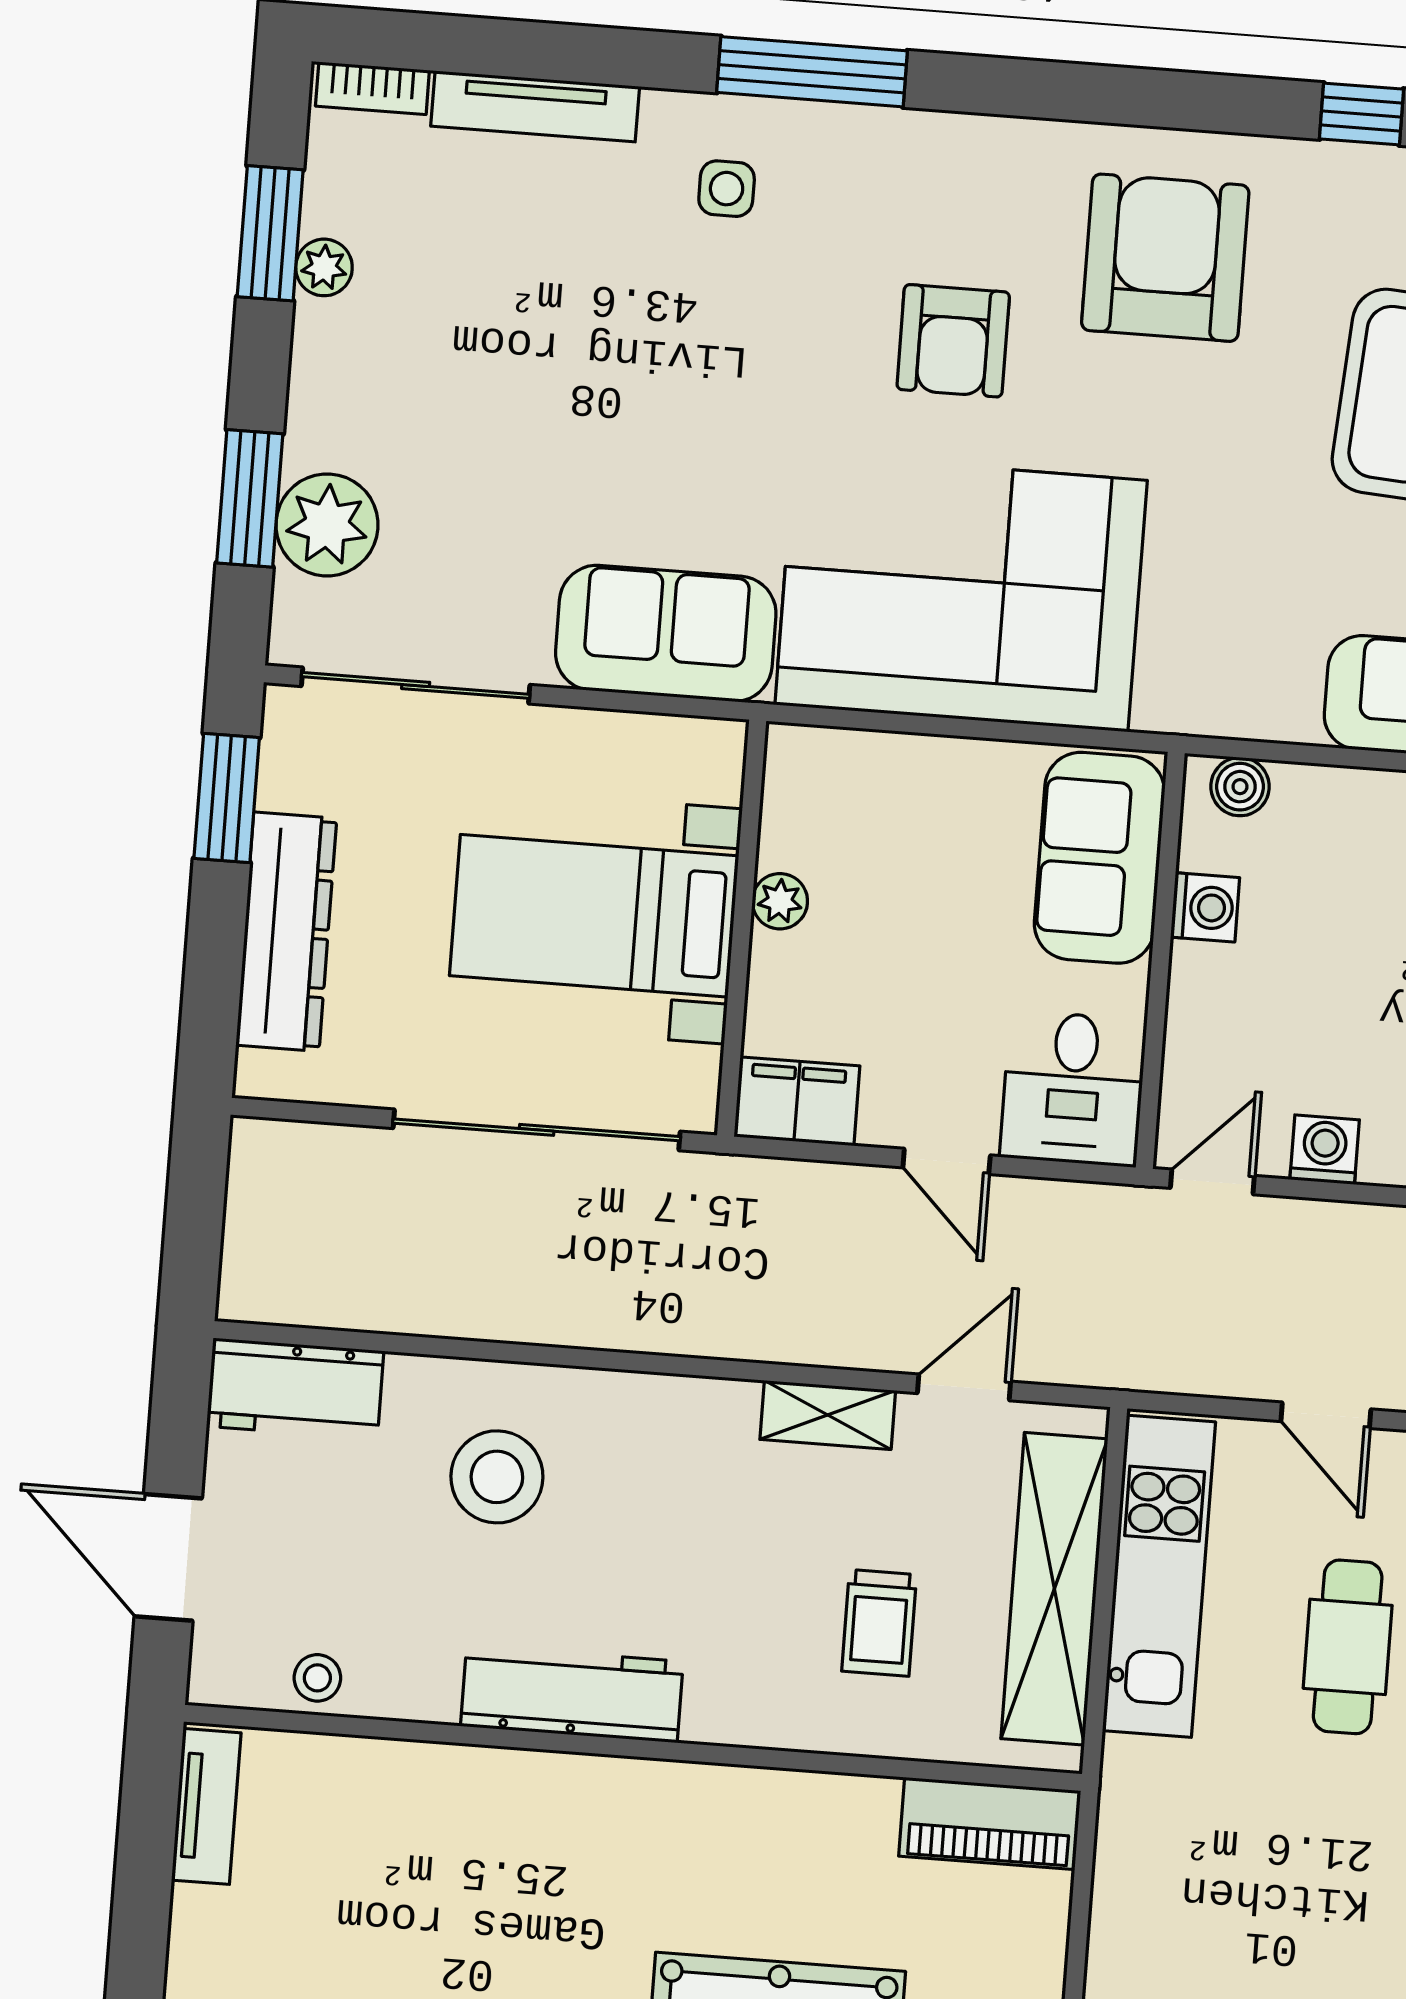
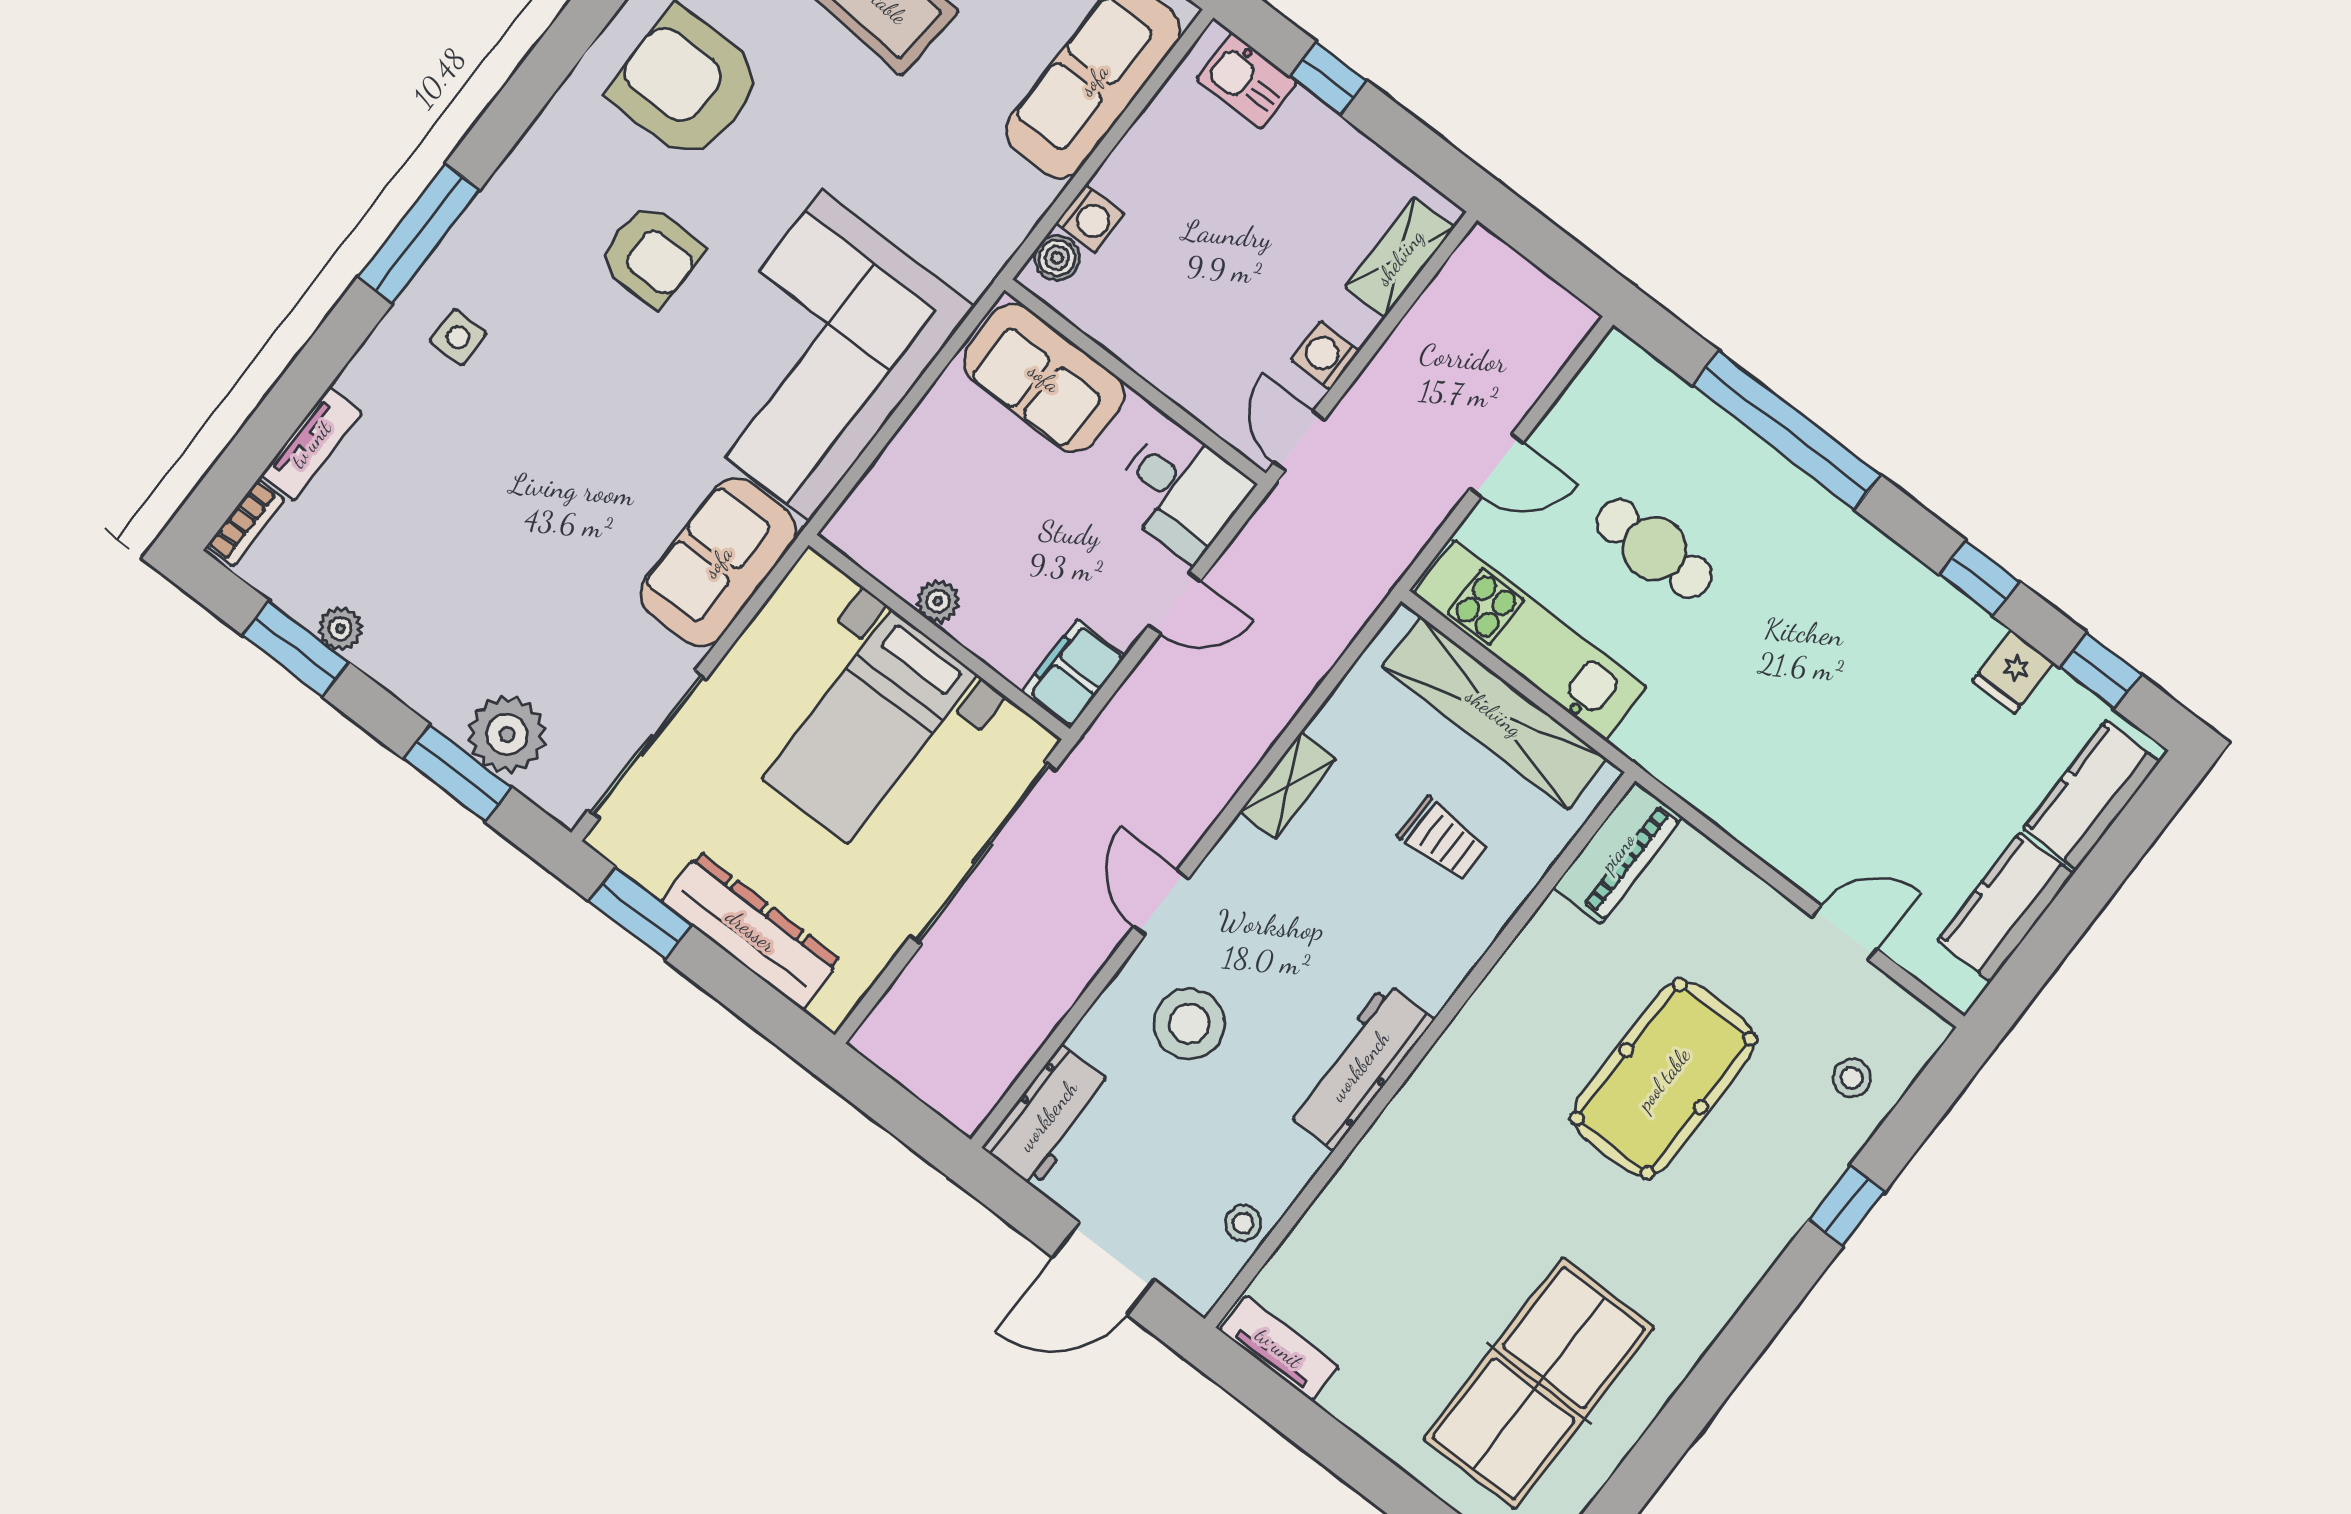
tv unit: (535, 106) -> (311, 444), width x0.71
washing machine: (1205, 907) -> (1090, 218), moved, turned 90
door: (964, 1387) -> (1161, 903), moved

